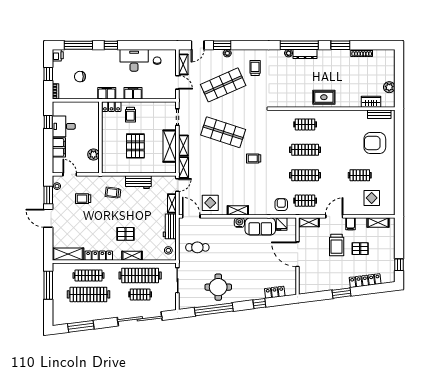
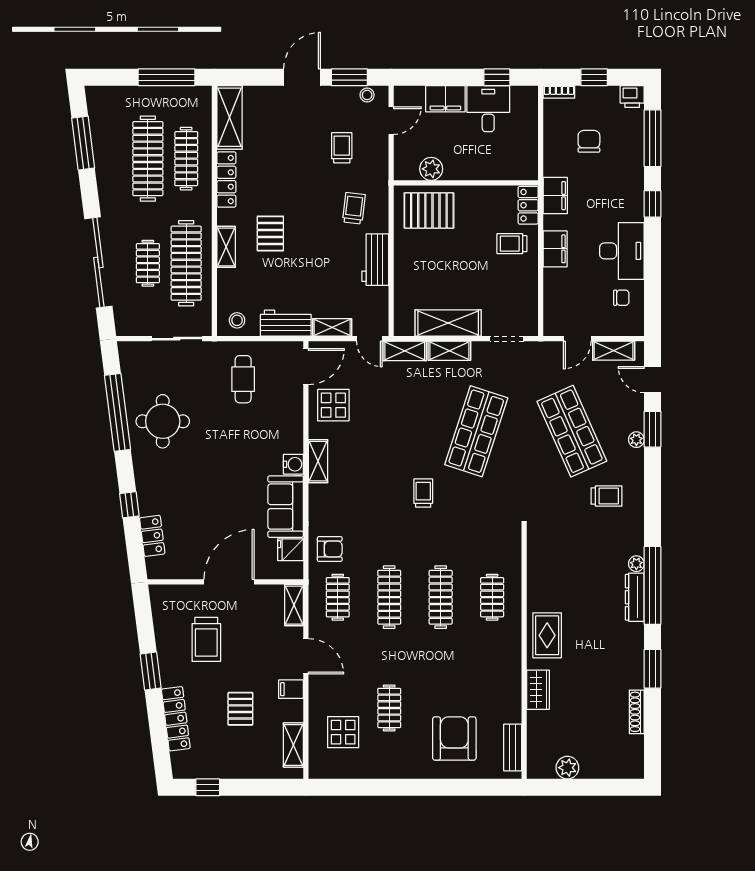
wardrobe: (371, 102) -> (538, 690), moved
pallet: (135, 146) -> (429, 210), moved
trolley: (337, 245) -> (206, 639), moved, turned -90

